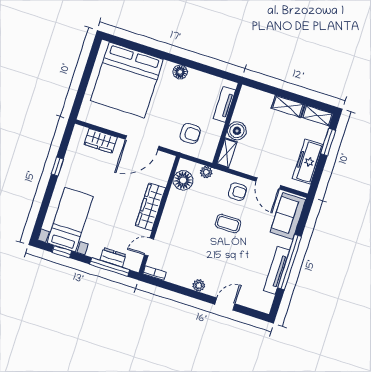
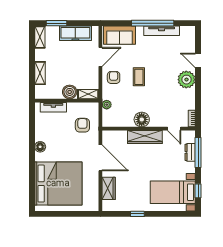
shelving: (288, 106) -> (40, 73), moved
floor lamp: (183, 180) -> (142, 119), moved
plant: (199, 285) -> (186, 80), width x1.88, depth x1.88

